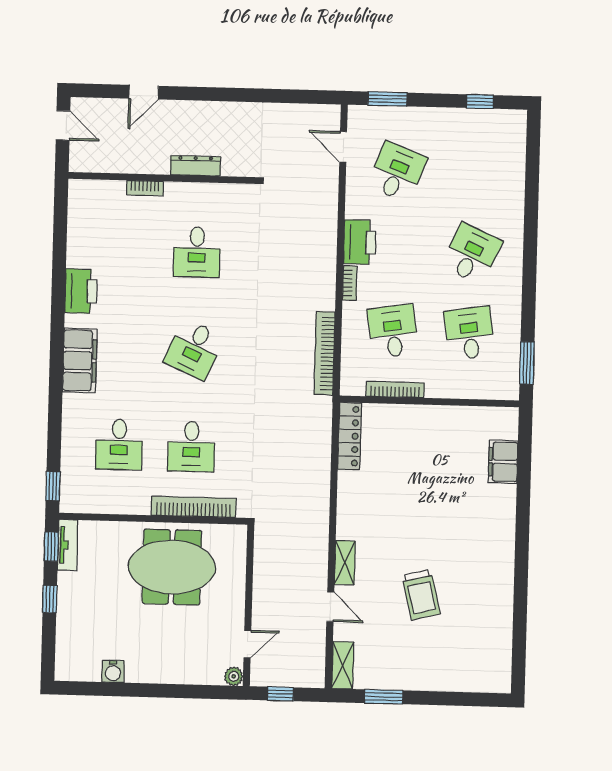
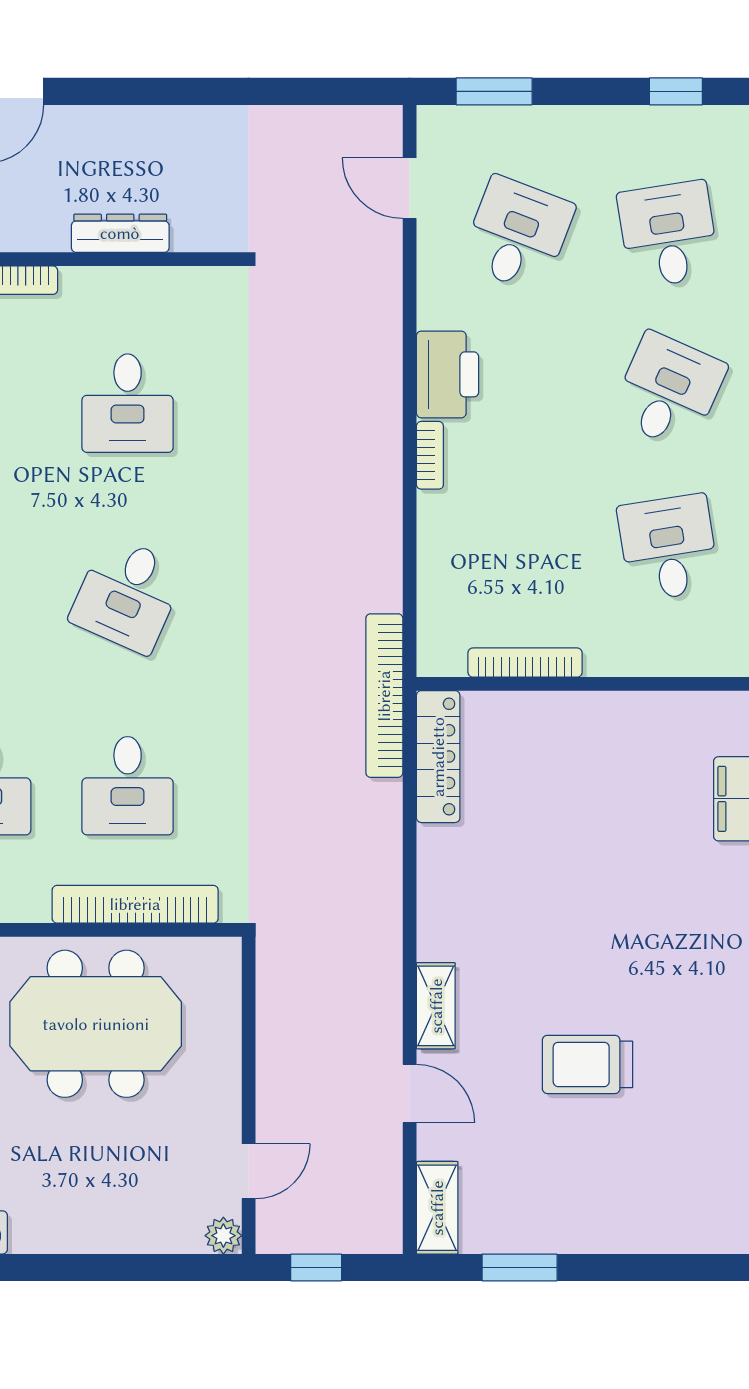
desk: (393, 331) -> (668, 234), moved
bookcase: (325, 353) -> (384, 696), moved
trolley: (421, 595) -> (587, 1064), turned 104

